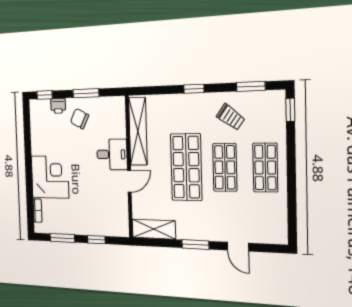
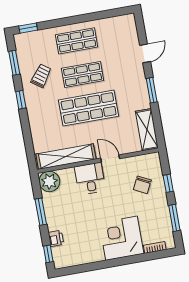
window: (194, 89) -> (21, 100), moved
plant: (115, 108) -> (49, 181), added
chair: (79, 119) -> (142, 185), moved

